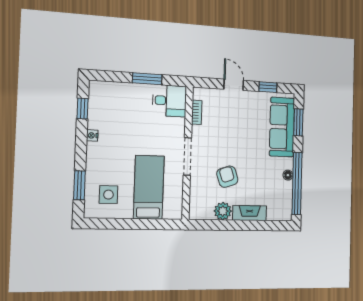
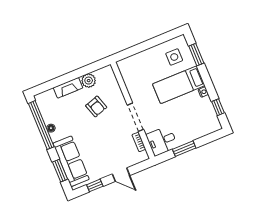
doorway: (187, 156) -> (135, 117), moved
bed: (149, 187) -> (179, 85), moved, turned 90

